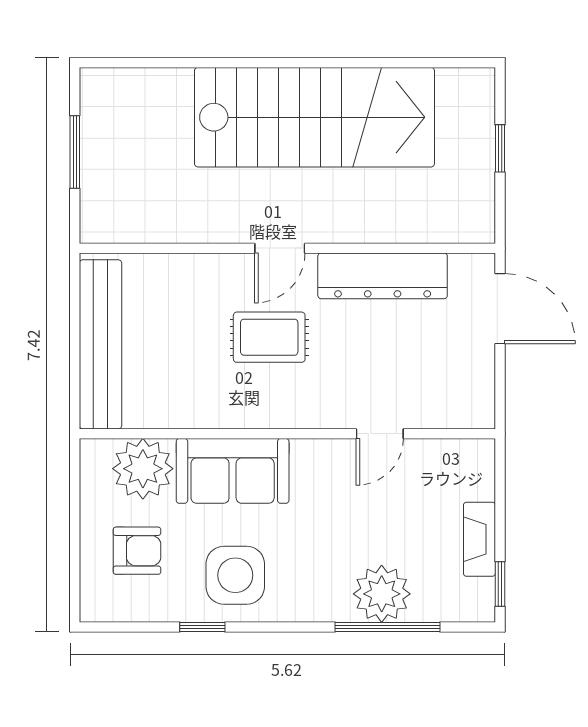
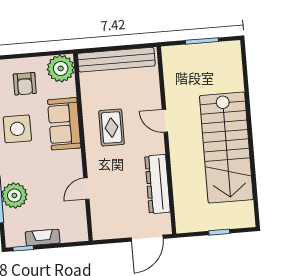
door: (280, 248) -> (165, 121), moved
rug: (269, 337) -> (112, 128), moved
door: (380, 434) -> (86, 189), hinge flipped
plant: (143, 469) -> (61, 68), moved

